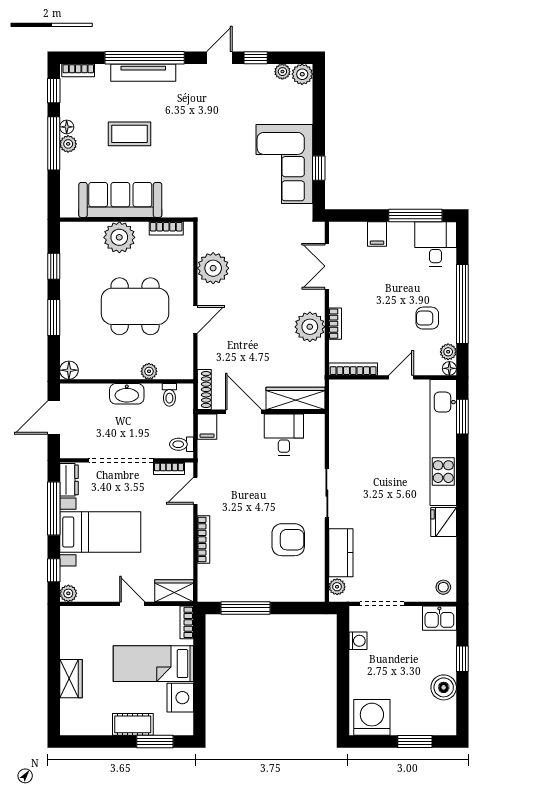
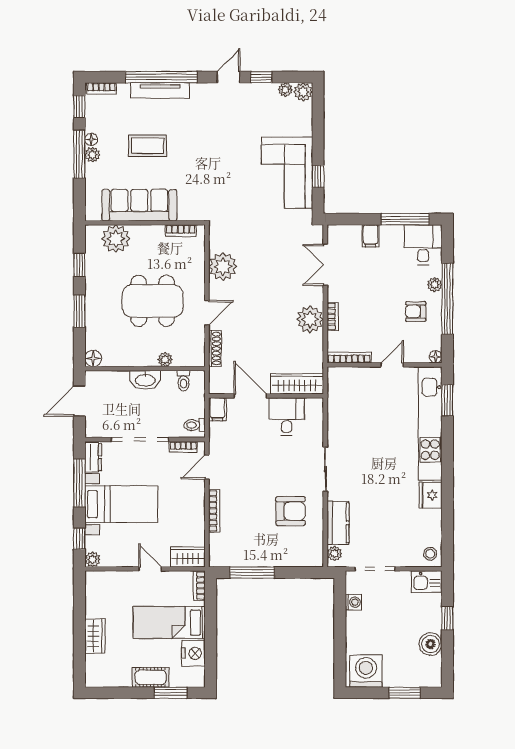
plant: (119, 237) -> (116, 239), moved
plant: (448, 352) -> (435, 285), moved
shoe rack: (204, 390) -> (215, 348), moved

